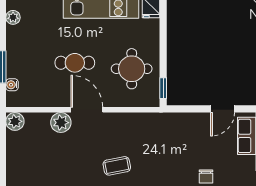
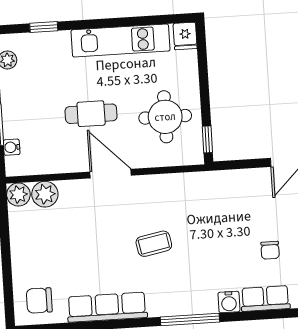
plant: (61, 123) -> (45, 194), moved

